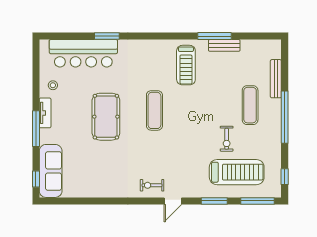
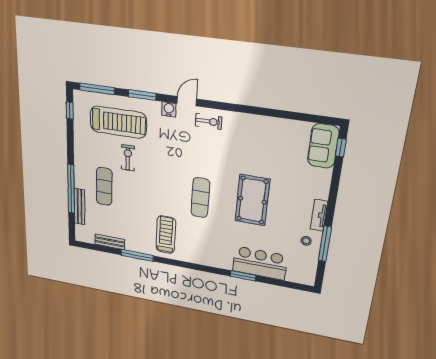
bench: (224, 45) -> (110, 242), moved
bar counter: (83, 53) -> (260, 263), width x0.73
window: (285, 117) -> (71, 189), moved
window: (36, 129) -> (325, 244), moved
sofa: (51, 171) -> (323, 146), width x0.73
treadmill: (237, 172) -> (118, 122), turned 180
water cooler: (189, 191) -> (169, 109), added

